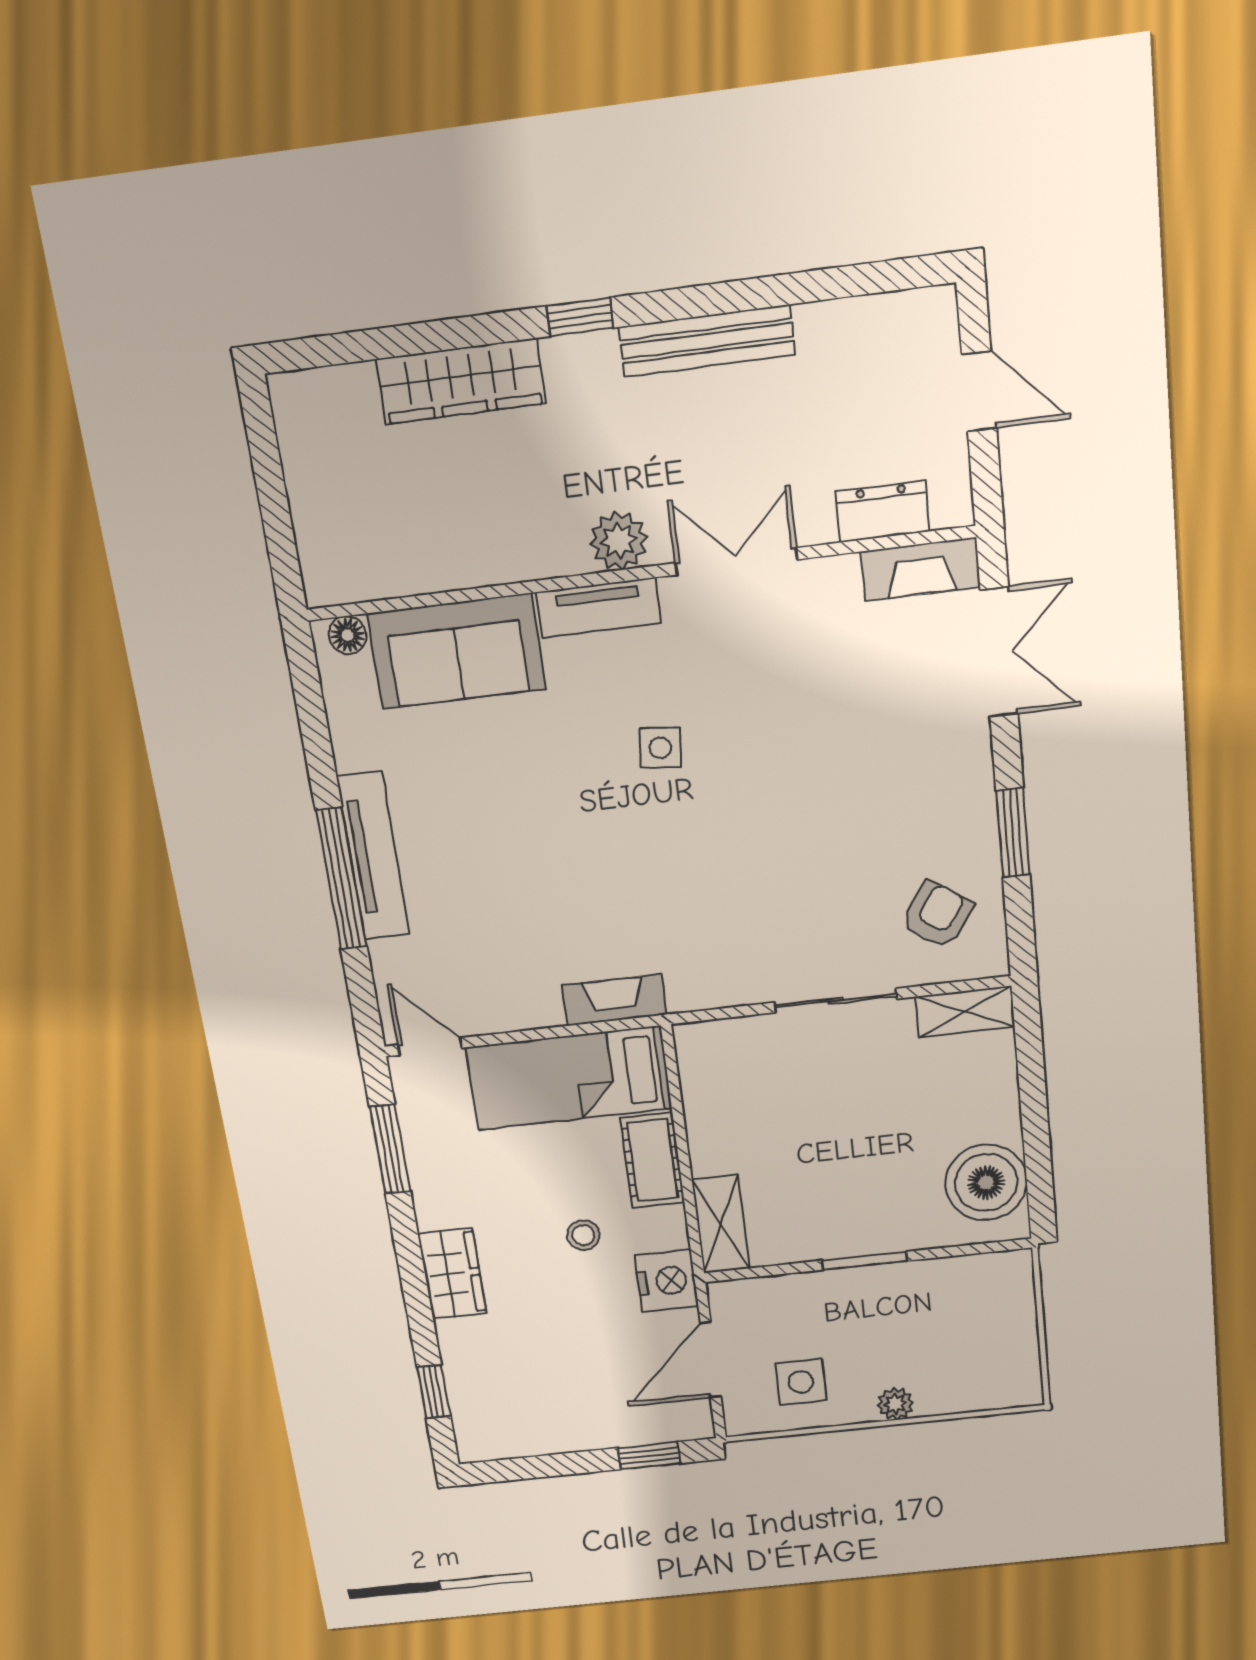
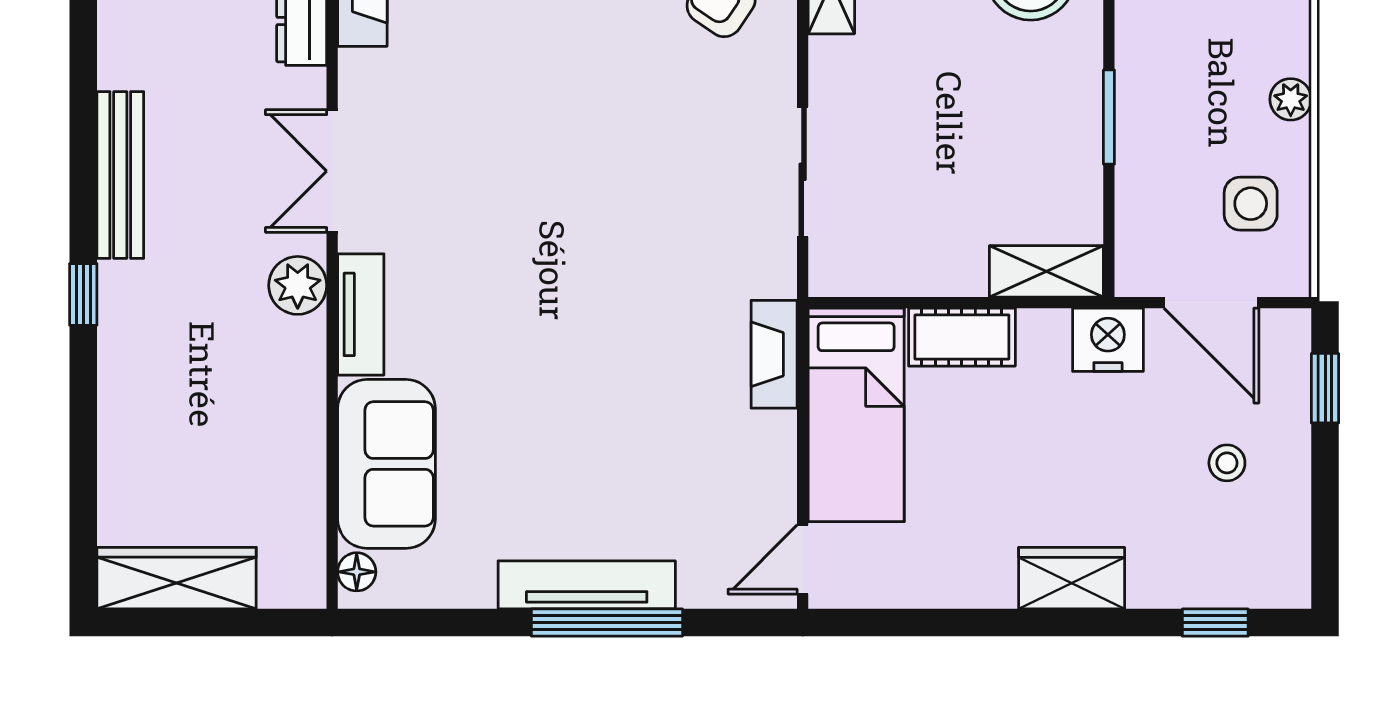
wardrobe: (461, 381) -> (177, 578), moved, turned -90
side table: (660, 748) -> (510, 271), removed
sliding door: (836, 1001) -> (803, 172), moved
window: (390, 1149) -> (915, 623), removed
stool: (583, 1235) -> (1227, 463), moved

